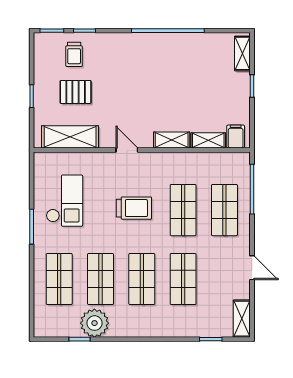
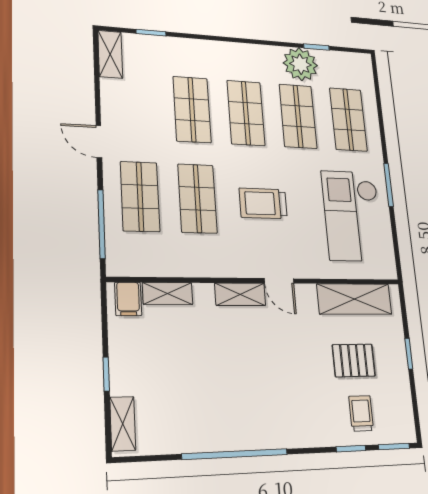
shelving: (172, 140) -> (240, 294), moved
checkout: (64, 201) -> (352, 216), width x1.36, depth x1.21
door: (252, 268) -> (99, 142), moved

